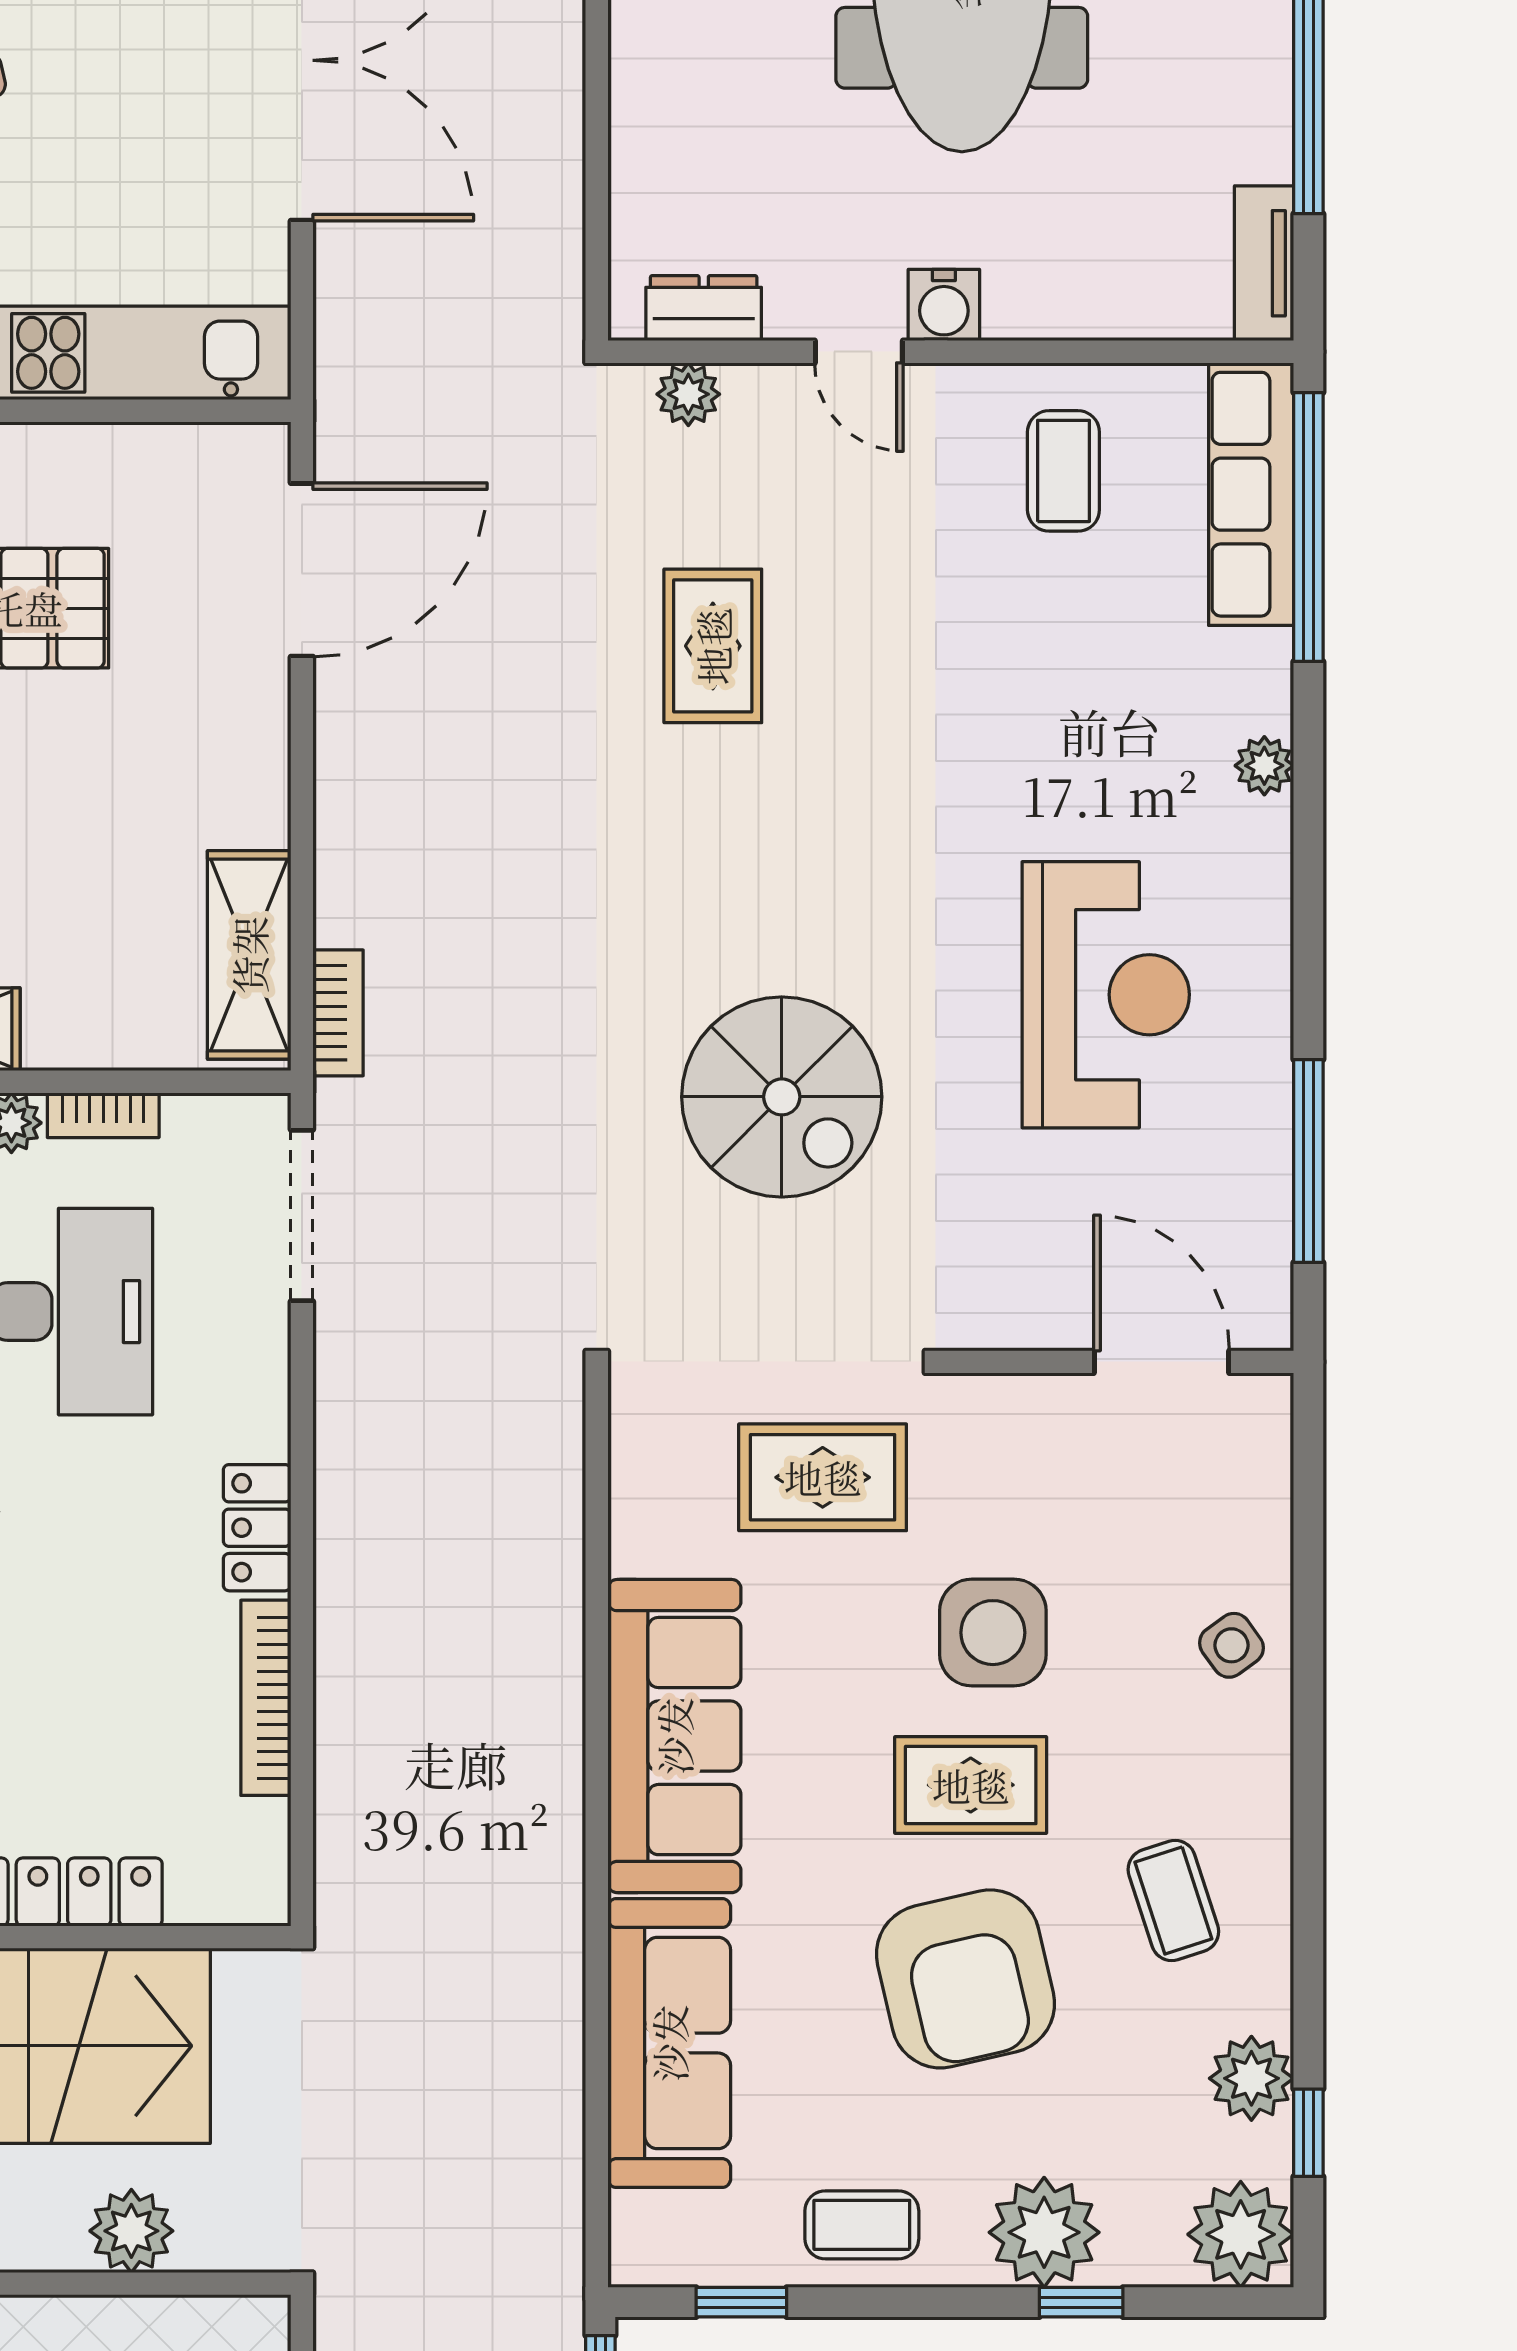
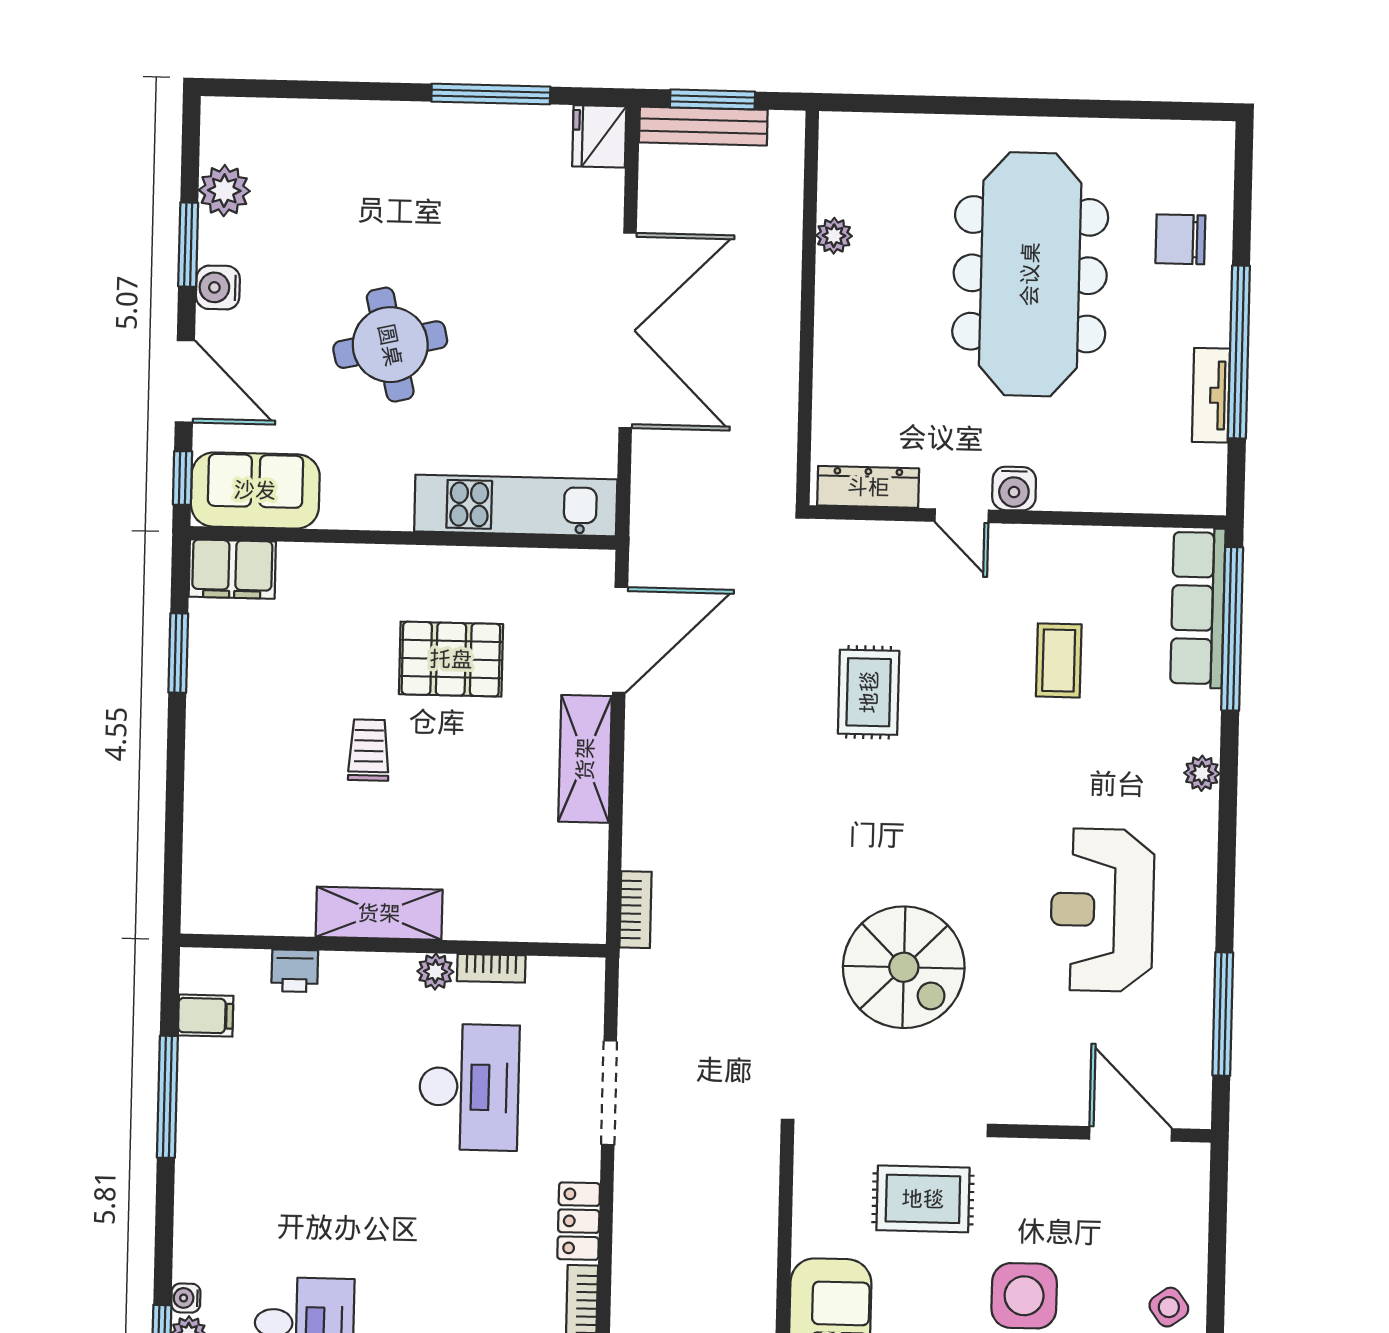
tv unit: (1264, 263) -> (1211, 395), moved
dresser: (704, 308) -> (868, 487), width x1.44
plant: (688, 394) -> (857, 539), removed
coffee table: (1063, 471) -> (1059, 660), moved
shelving: (249, 955) -> (585, 759), moved
reception desk: (1106, 995) -> (1102, 910), turned 180
doorway: (302, 1216) -> (609, 1093), moved

